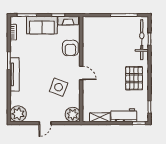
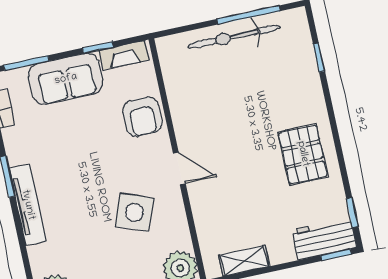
bicycle: (142, 40) -> (234, 37), moved, turned -90
workbench: (124, 115) -> (324, 239), moved

